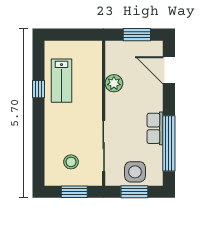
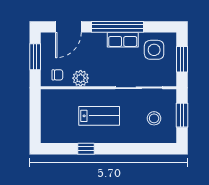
chair: (117, 58) -> (57, 75), added
lab bench: (61, 81) -> (99, 116), moved
window: (169, 143) -> (118, 27), moved
side table: (135, 172) -> (154, 50), moved

